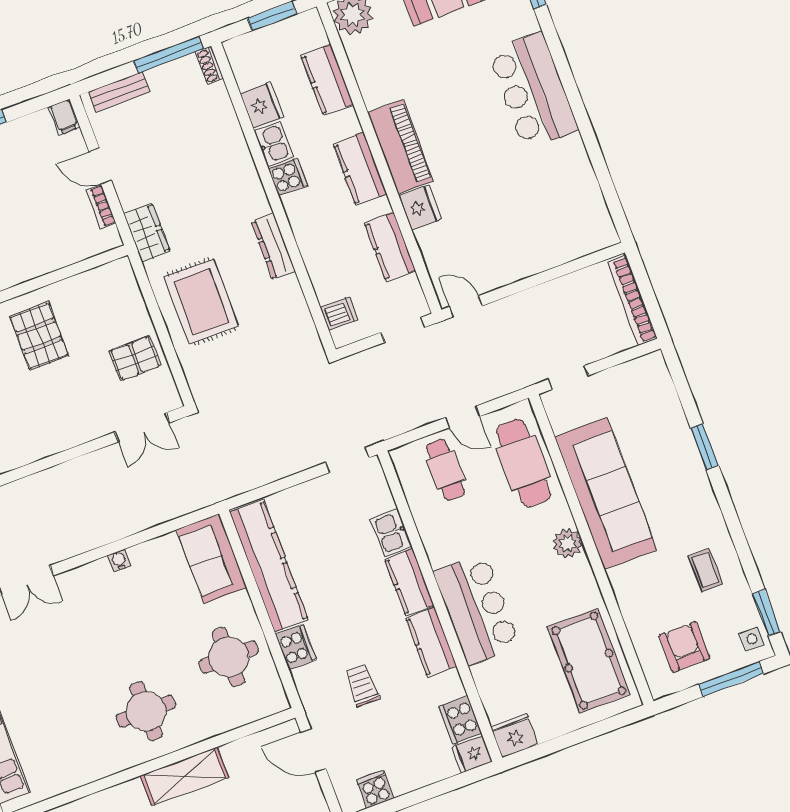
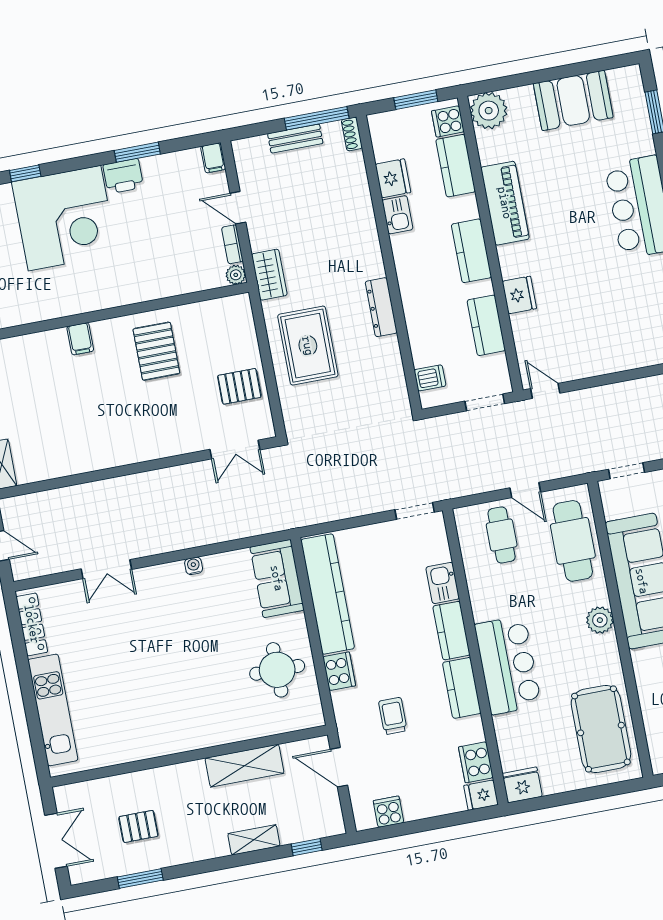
bench: (119, 92) -> (295, 139), moved
piano: (401, 147) -> (505, 203), moved
cooker: (288, 177) -> (448, 121), moved, turned 180
plant: (110, 239) -> (236, 275), added
round table: (146, 711) -> (194, 706), removed
shelving: (184, 777) -> (245, 766), moved

